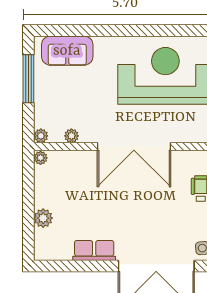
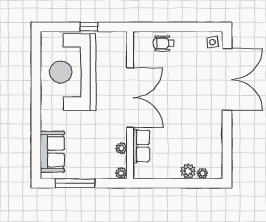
plant: (41, 158) -> (202, 173), moved
row of seats: (94, 250) -> (141, 146), moved, turned 180

